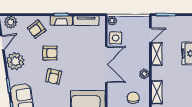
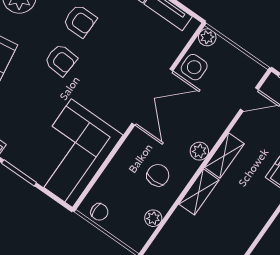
shelving: (157, 54) -> (224, 155), moved
armchair: (54, 77) -> (61, 60), turned -98

